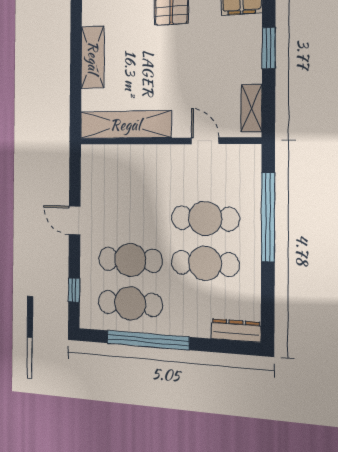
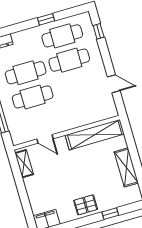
window: (269, 48) -> (24, 198), removed
door: (75, 220) -> (114, 84), moved
window: (148, 340) -> (46, 19), width x0.32

